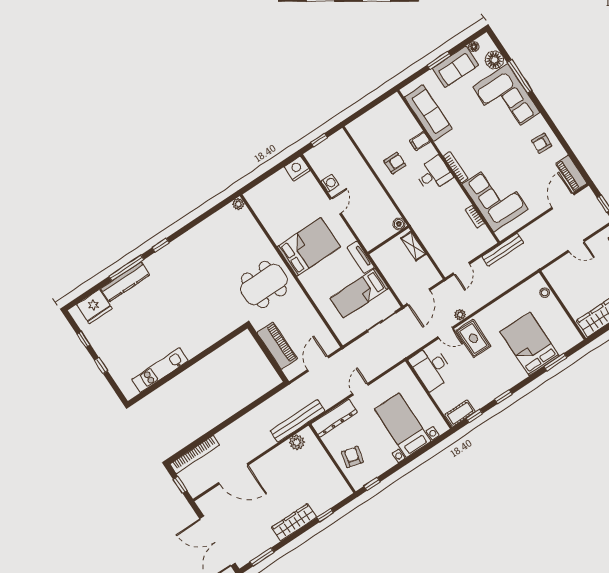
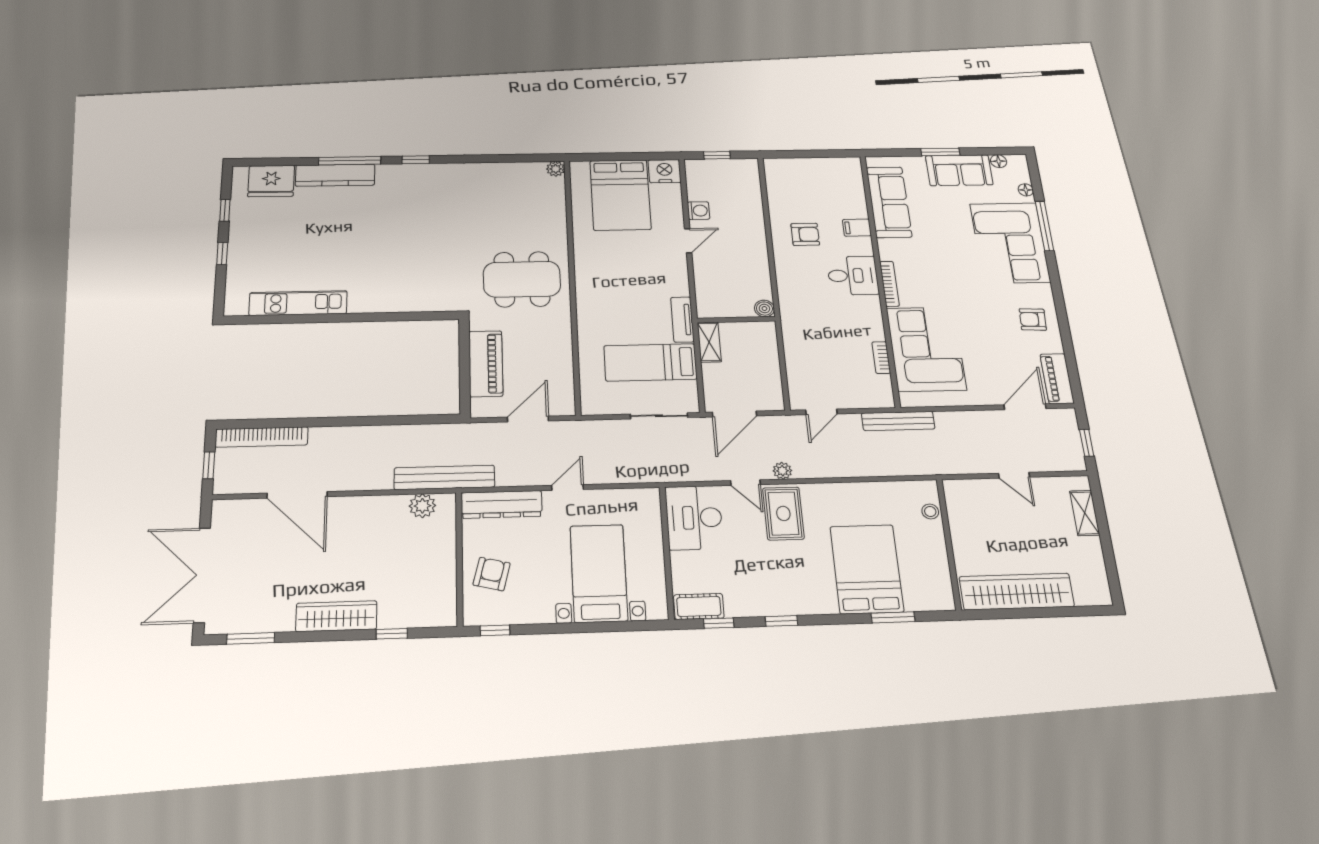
floor lamp: (494, 60) -> (1026, 190), width x0.53, depth x0.53
shelving: (413, 246) -> (709, 342), moved
bed: (309, 247) -> (620, 195), moved, turned 90

